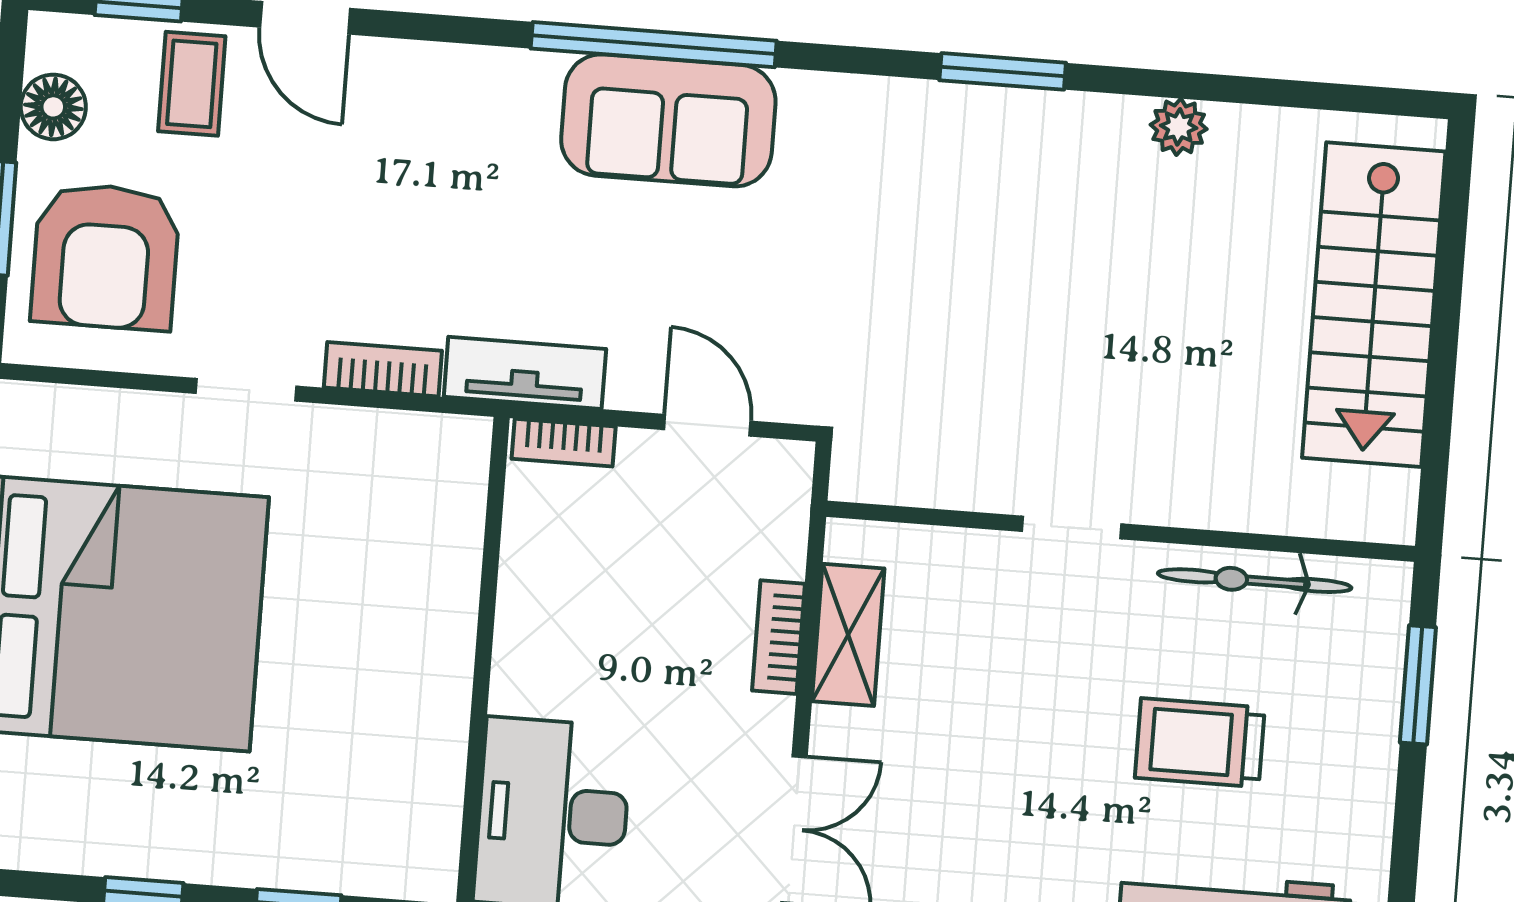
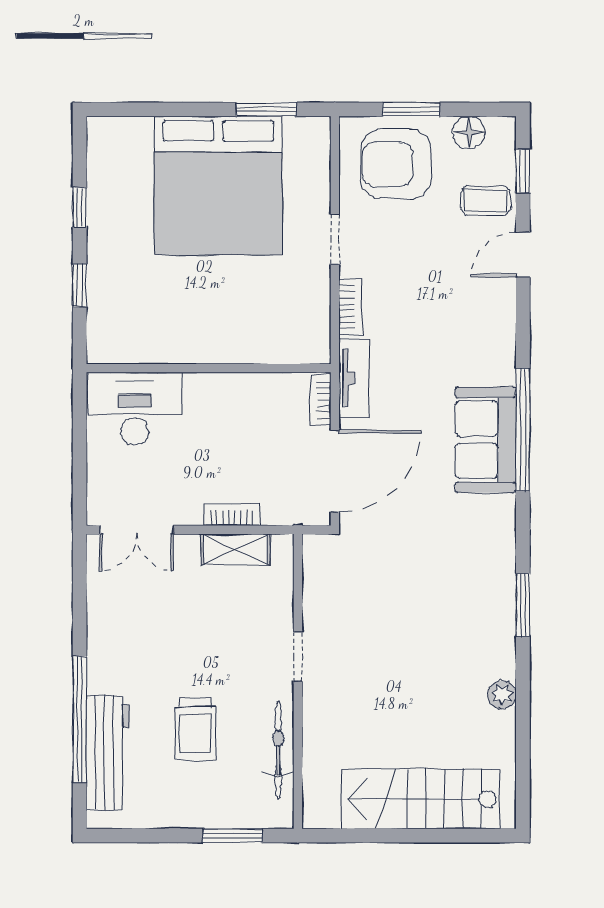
door: (707, 425) -> (335, 471), width x1.87
trolley: (1200, 743) -> (195, 729), turned 180

